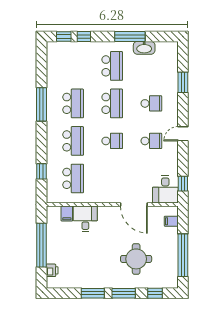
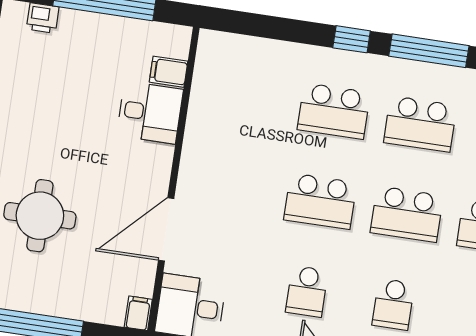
school desk: (112, 141) -> (320, 201), width x1.85
window: (41, 171) -> (352, 39), moved
school desk: (73, 178) -> (247, 98), removed
filing cabinet: (171, 221) -> (138, 313), moved

